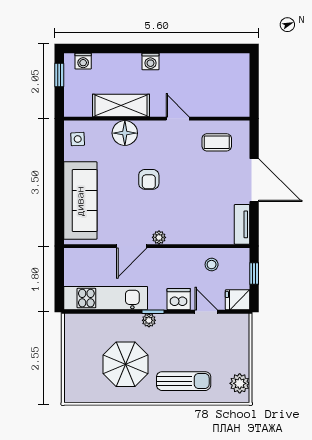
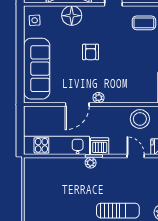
stool: (212, 265) -> (140, 119), width x1.89, depth x1.89
dishwasher: (179, 299) -> (100, 146), moved
parasol: (126, 364) -> (72, 197), removed

